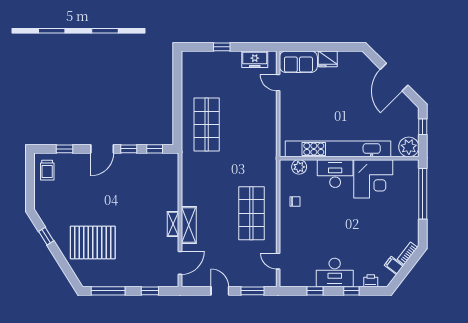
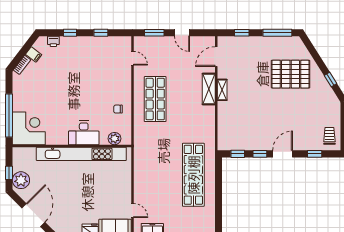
shop shelf: (207, 124) -> (193, 175), width x1.40
plant: (409, 147) -> (21, 180), moved
corner desk: (373, 179) -> (29, 128), moved, turned 90
desk: (335, 272) -> (84, 48), removed

